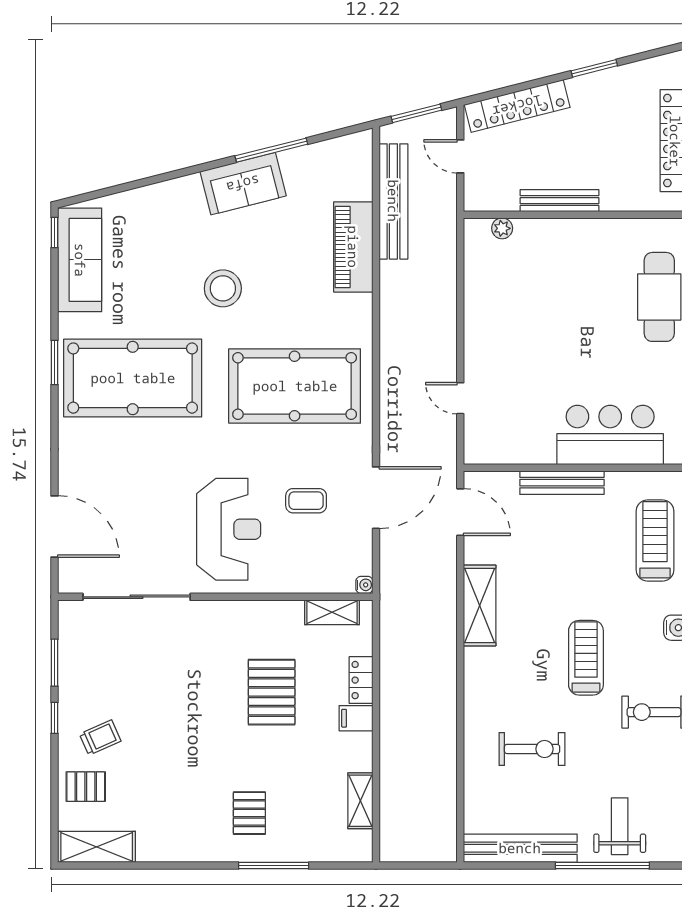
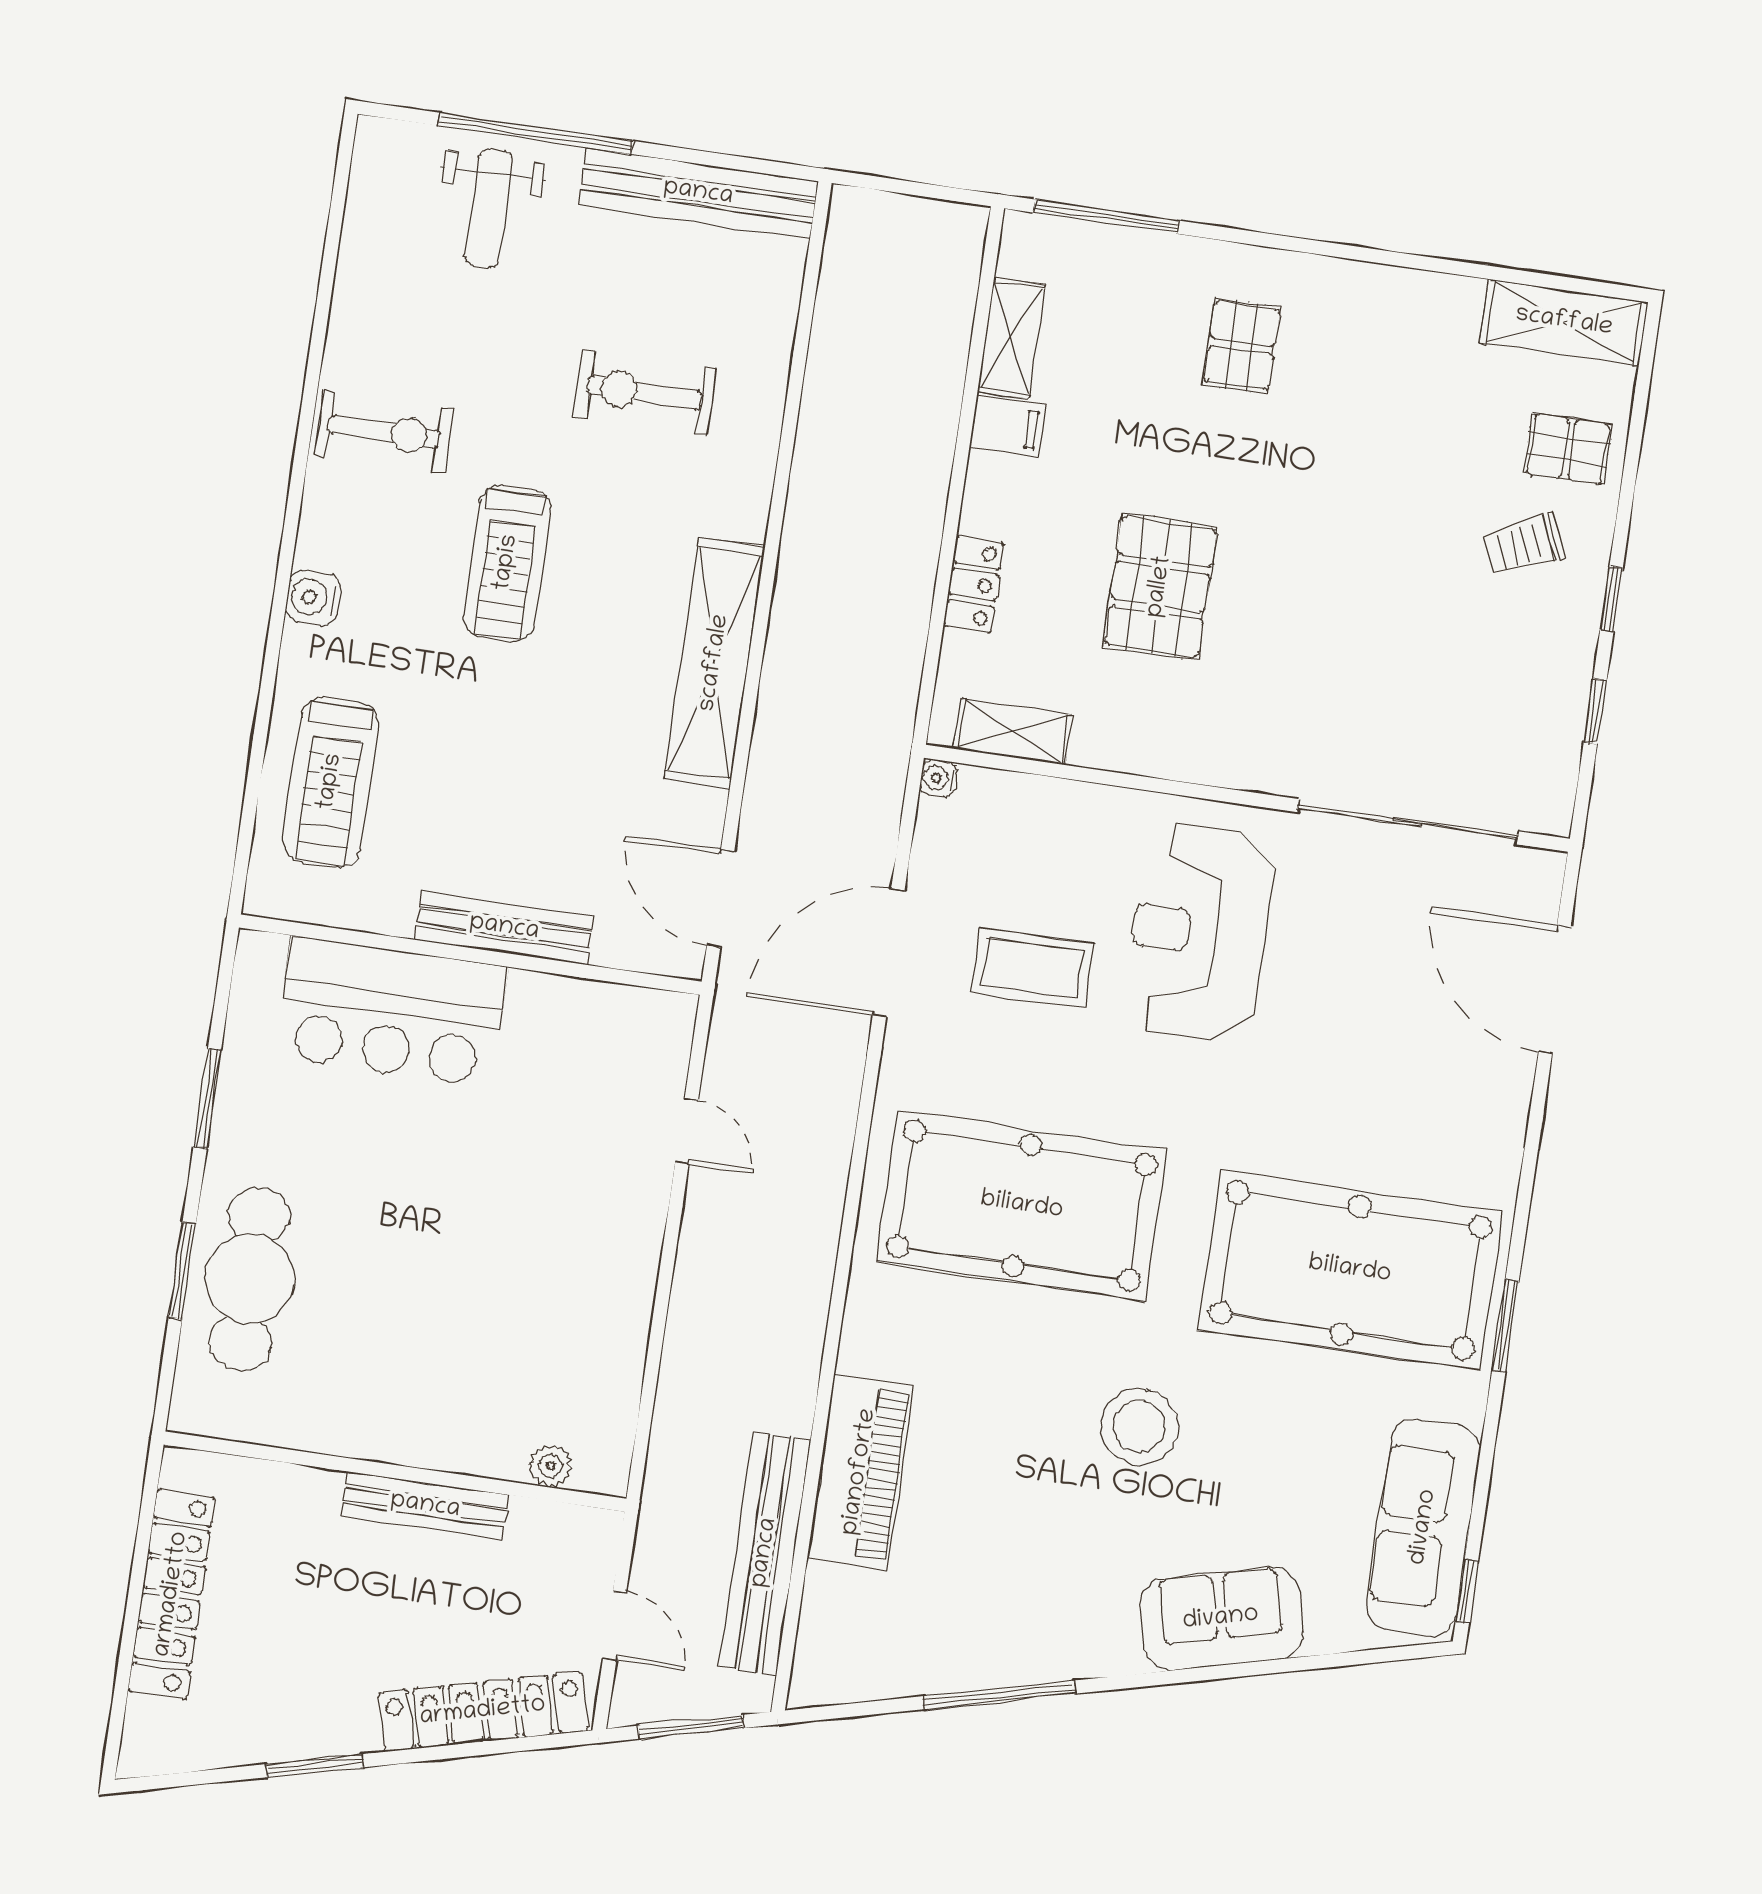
sofa: (243, 184) -> (1221, 1619), moved
coffee table: (306, 501) -> (1033, 968), width x1.36, depth x1.30
shelving: (480, 605) -> (715, 663), width x1.47
window: (55, 663) -> (1595, 711), width x0.67
filing cabinet: (356, 718) -> (1007, 426), moved
window: (274, 866) -> (1106, 217), moved

